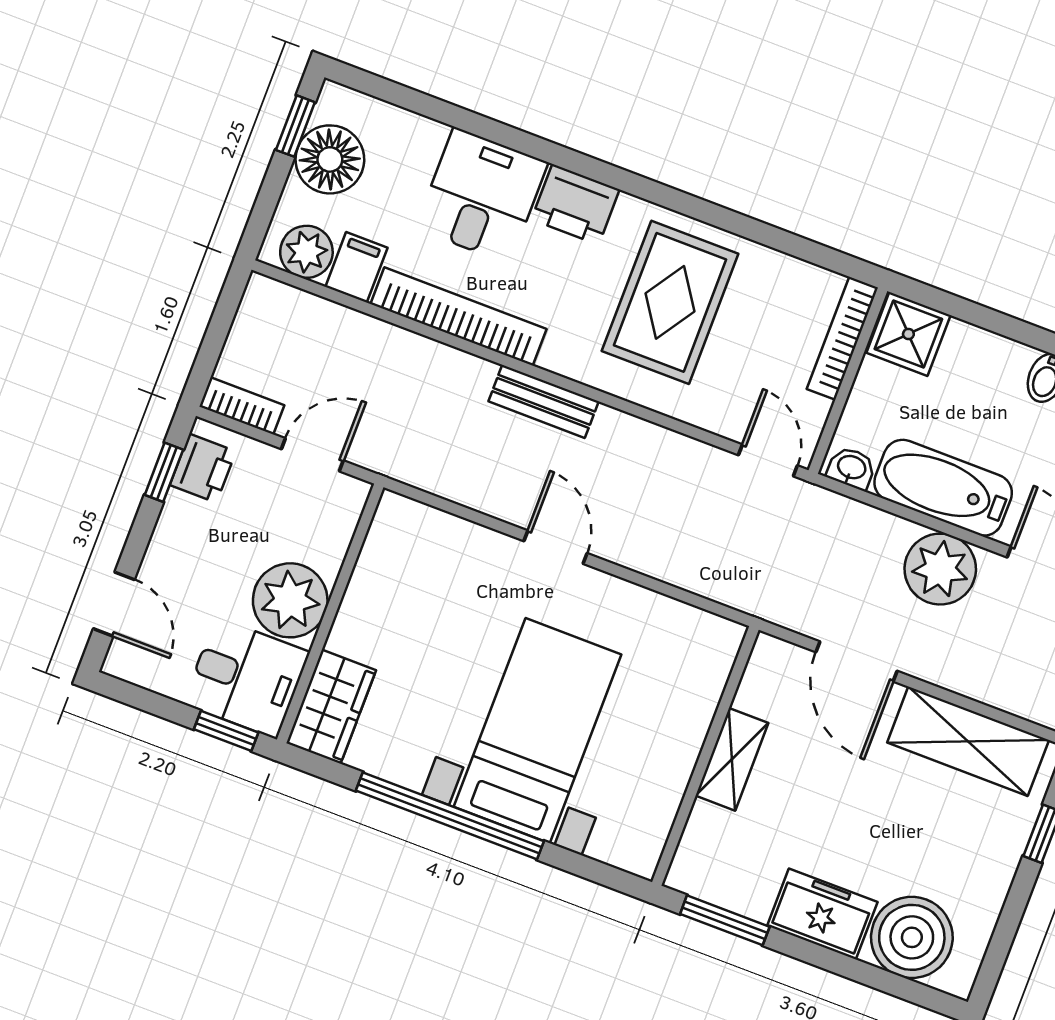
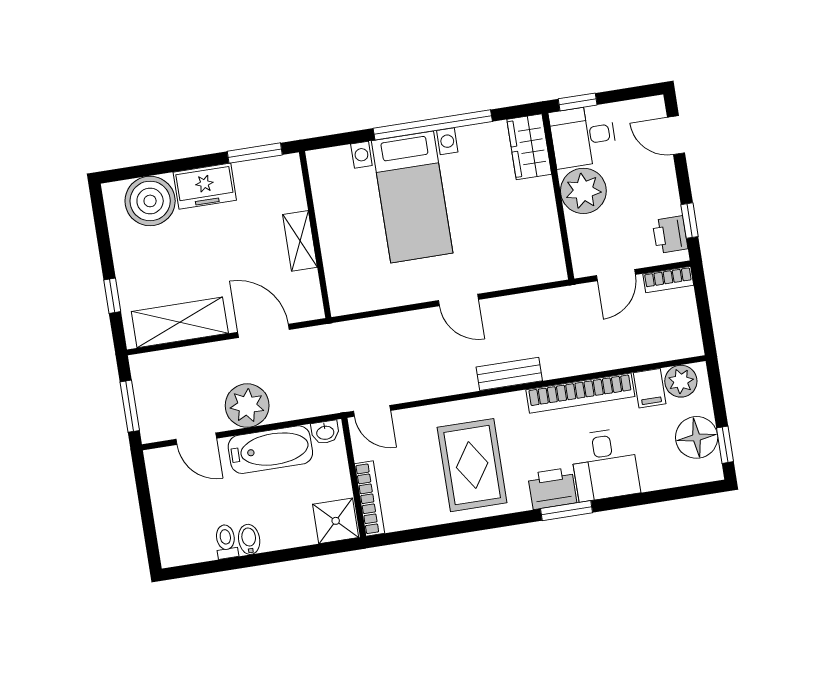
window: (573, 161) -> (566, 511), added

